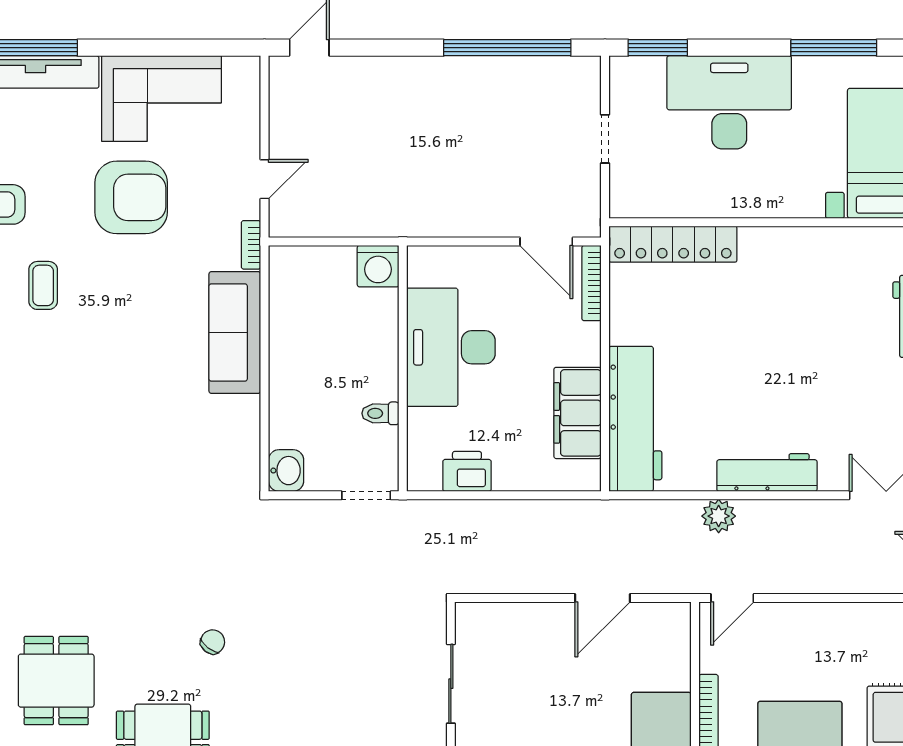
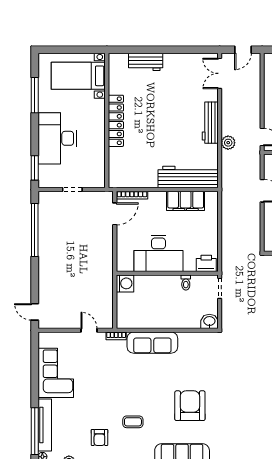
armchair: (131, 197) -> (190, 406), moved
locker: (673, 244) -> (116, 121), moved
printer: (467, 471) -> (206, 263), moved, turned 90

